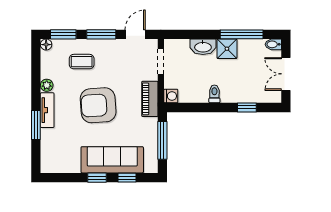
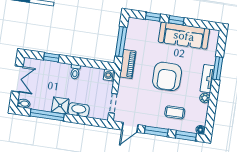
piano: (150, 99) -> (128, 64), moved
armchair: (98, 105) -> (167, 76), turned 94
sofa: (112, 160) -> (184, 36), moved

